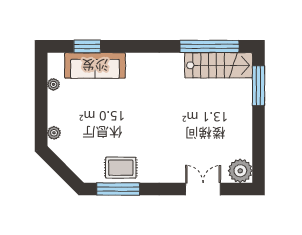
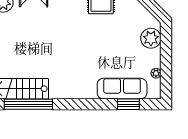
plant: (54, 133) -> (151, 38), width x1.88, depth x1.88

